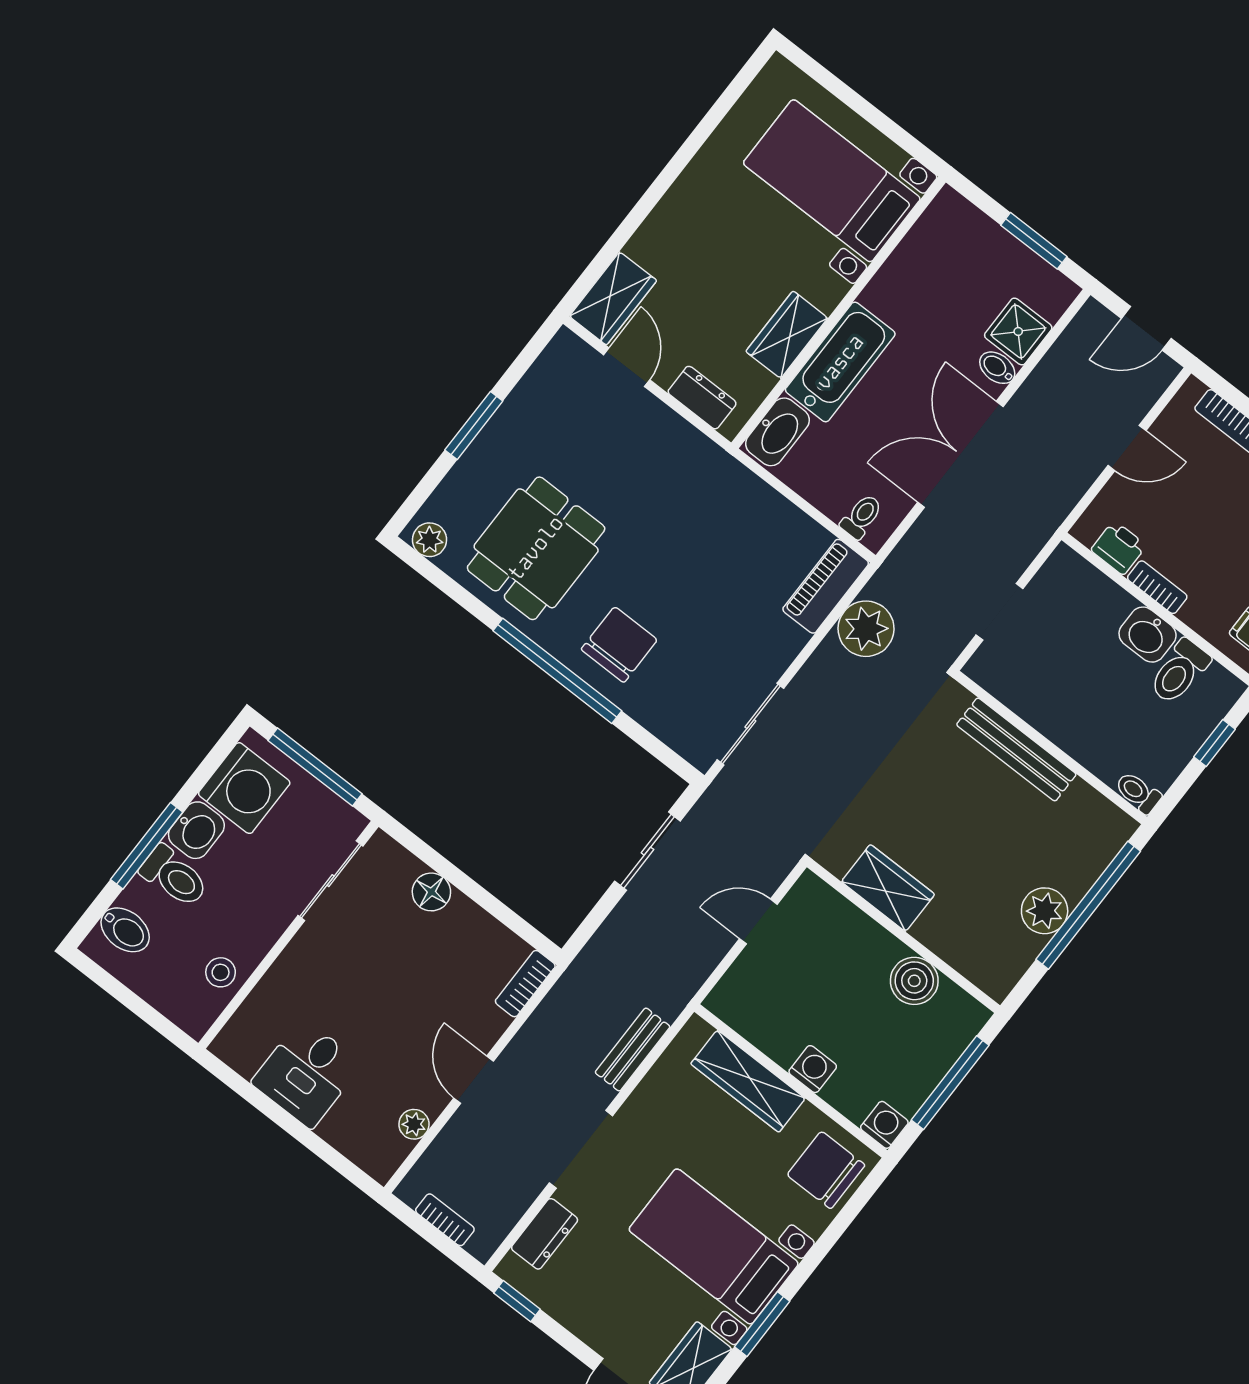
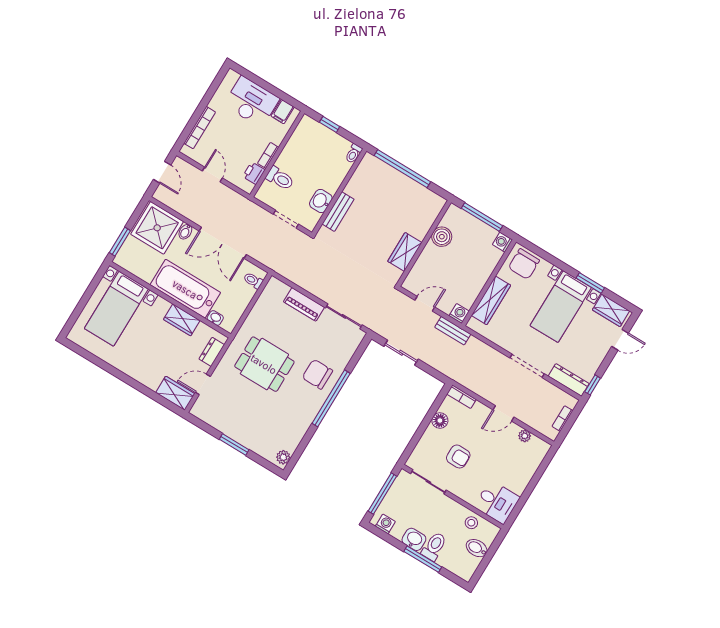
window: (1034, 241) -> (120, 242), moved
shower: (1018, 331) -> (157, 228), width x1.86, depth x1.86
bathtub: (840, 362) -> (185, 289), width x1.36, depth x1.36
washbasin: (778, 432) -> (215, 318), width x0.52, depth x0.69
dining table: (536, 548) -> (264, 364), moved
piano: (826, 586) -> (304, 304), moved
plant: (866, 629) -> (299, 273), removed
washbasin: (1148, 635) -> (321, 201), moved, turned 180
toilet: (1179, 672) -> (280, 178), moved
bench: (1016, 749) -> (338, 212), width x0.73
washing machine: (244, 788) -> (385, 524), width x0.53, depth x0.53
floor lamp: (431, 892) -> (440, 421), moved
plant: (1045, 911) -> (407, 186), removed
door: (758, 921) -> (425, 304), swing flipped
bidet: (125, 930) -> (477, 548), moved, turned -90
armchair: (383, 959) -> (458, 457), added
bench: (633, 1050) -> (453, 331), moved
washing machine: (813, 1069) -> (459, 314), moved, turned 90
desk: (307, 1073) -> (497, 502), moved
dresser: (545, 1234) -> (569, 380), width x1.44

